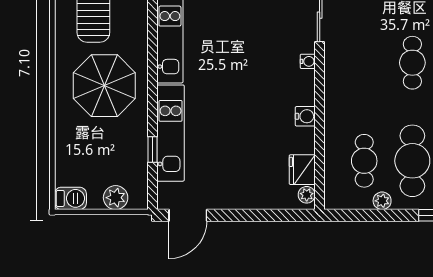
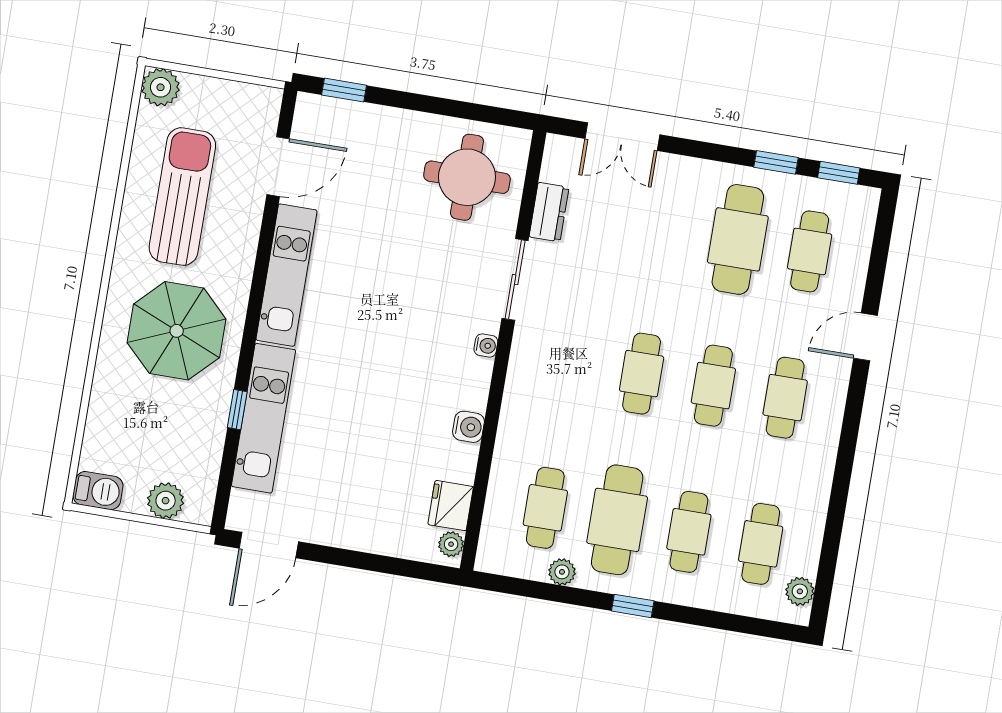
window: (153, 150) -> (237, 410), moved

